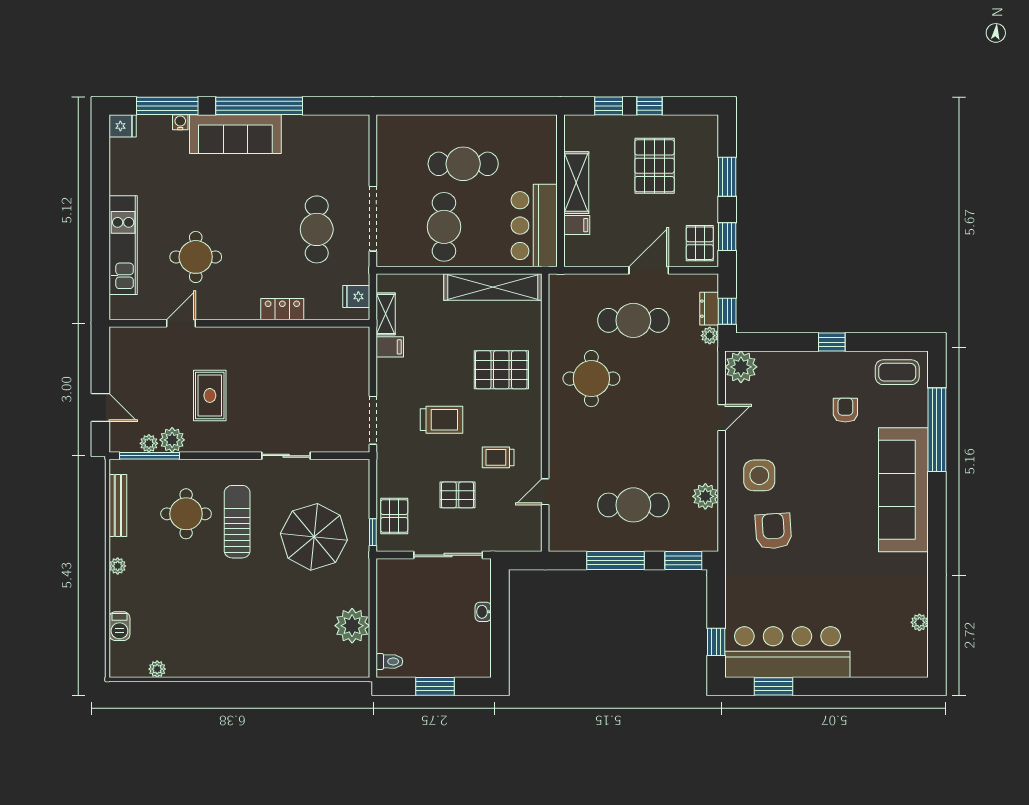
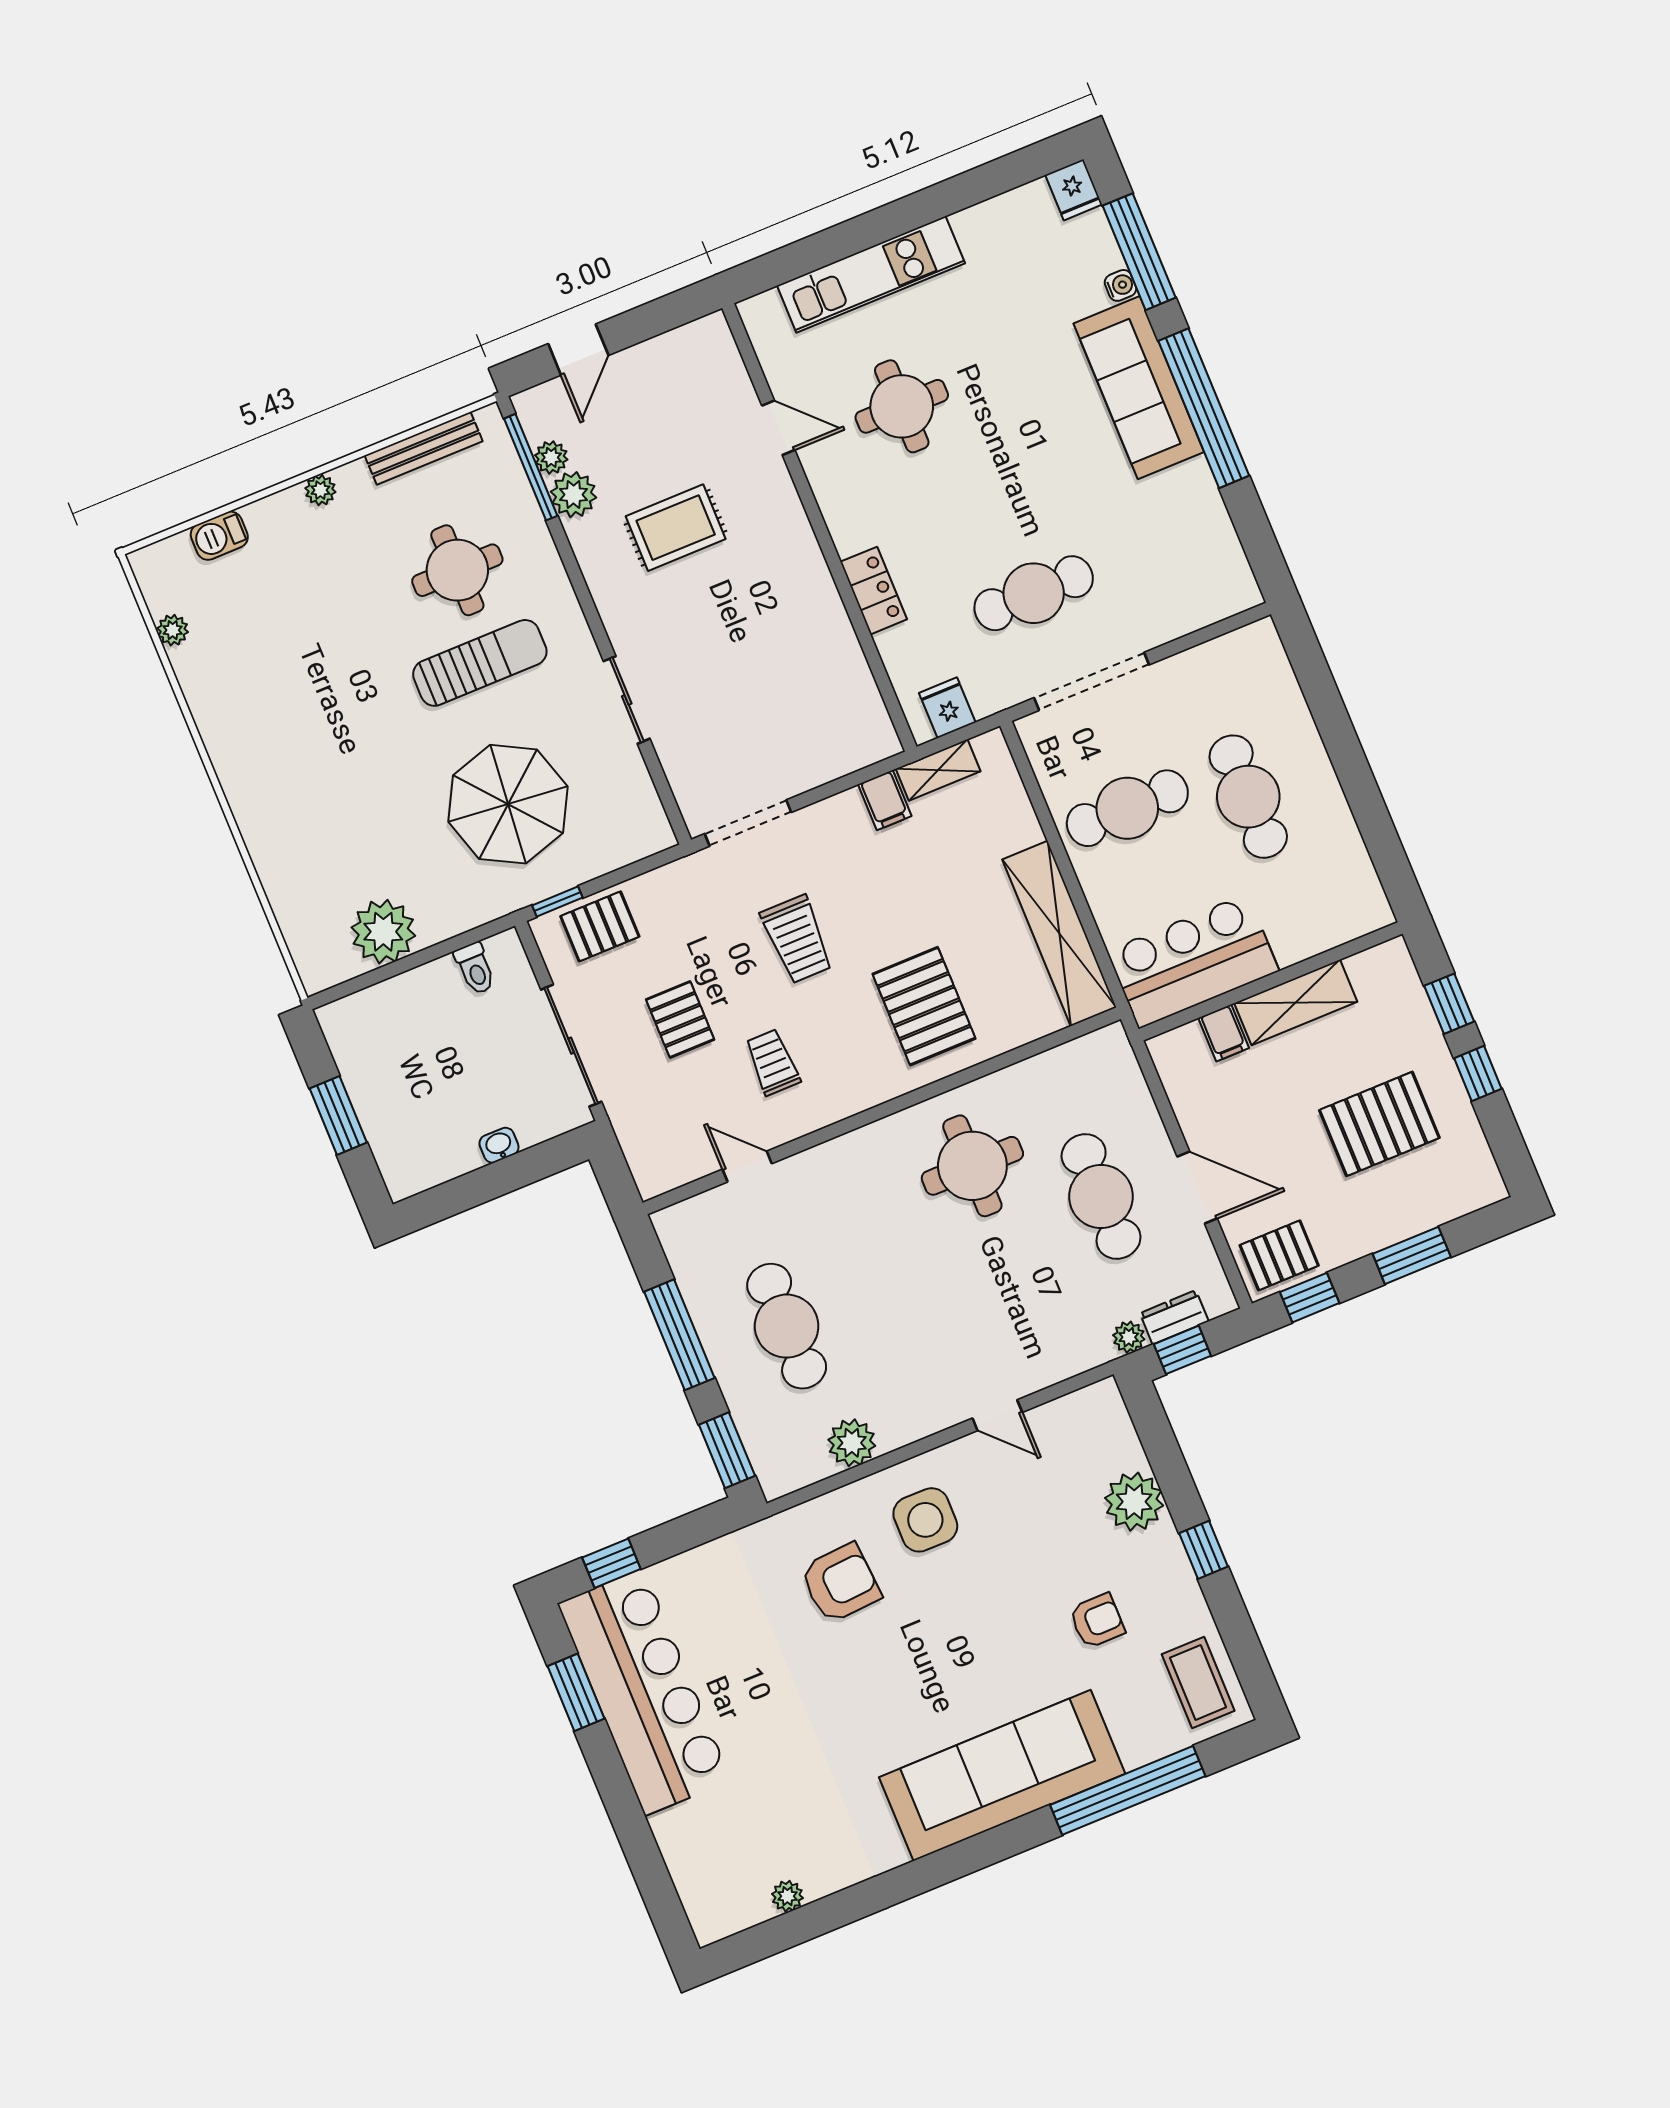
plant: (741, 367) -> (1134, 1502), moved
toilet: (389, 661) -> (475, 968), moved

